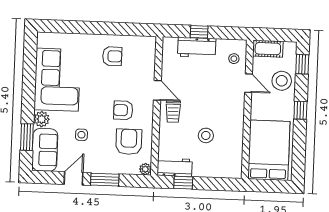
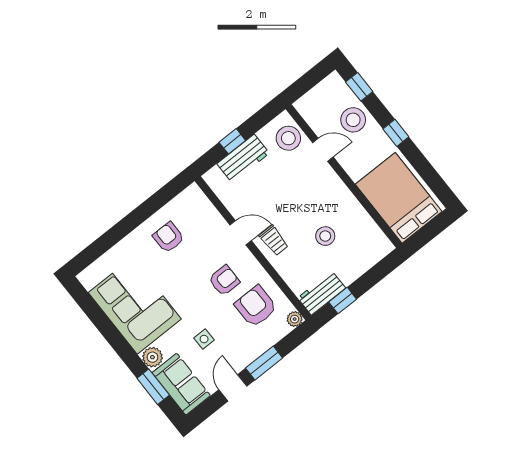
cot: (268, 49) -> (313, 100), removed
armchair: (112, 56) -> (168, 237), turned -90
stool: (234, 59) -> (288, 138), width x1.89, depth x1.89
armchair: (123, 110) -> (224, 280), turned 180

